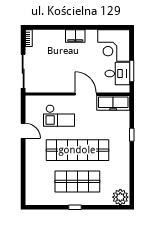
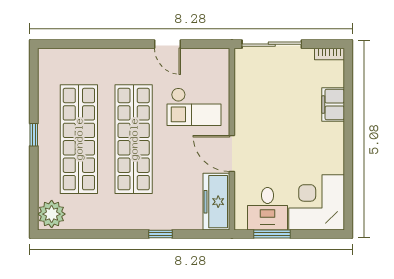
filing cabinet: (75, 36) -> (333, 105), moved
door: (86, 94) -> (232, 153), swing flipped
checkout: (59, 116) -> (194, 107), turned -90
door: (23, 131) -> (168, 44), hinge flipped
shop shelf: (77, 181) -> (79, 139), width x1.40

